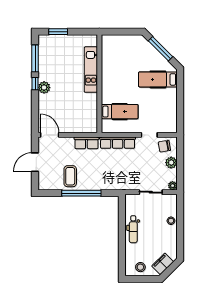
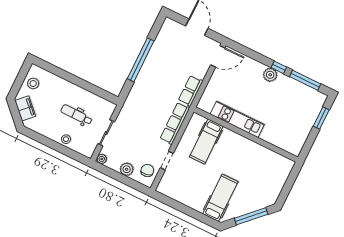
kitchen unit: (91, 70) -> (237, 119), moved
coffee table: (70, 176) -> (164, 57), removed
dental chair: (133, 229) -> (76, 115), moved

